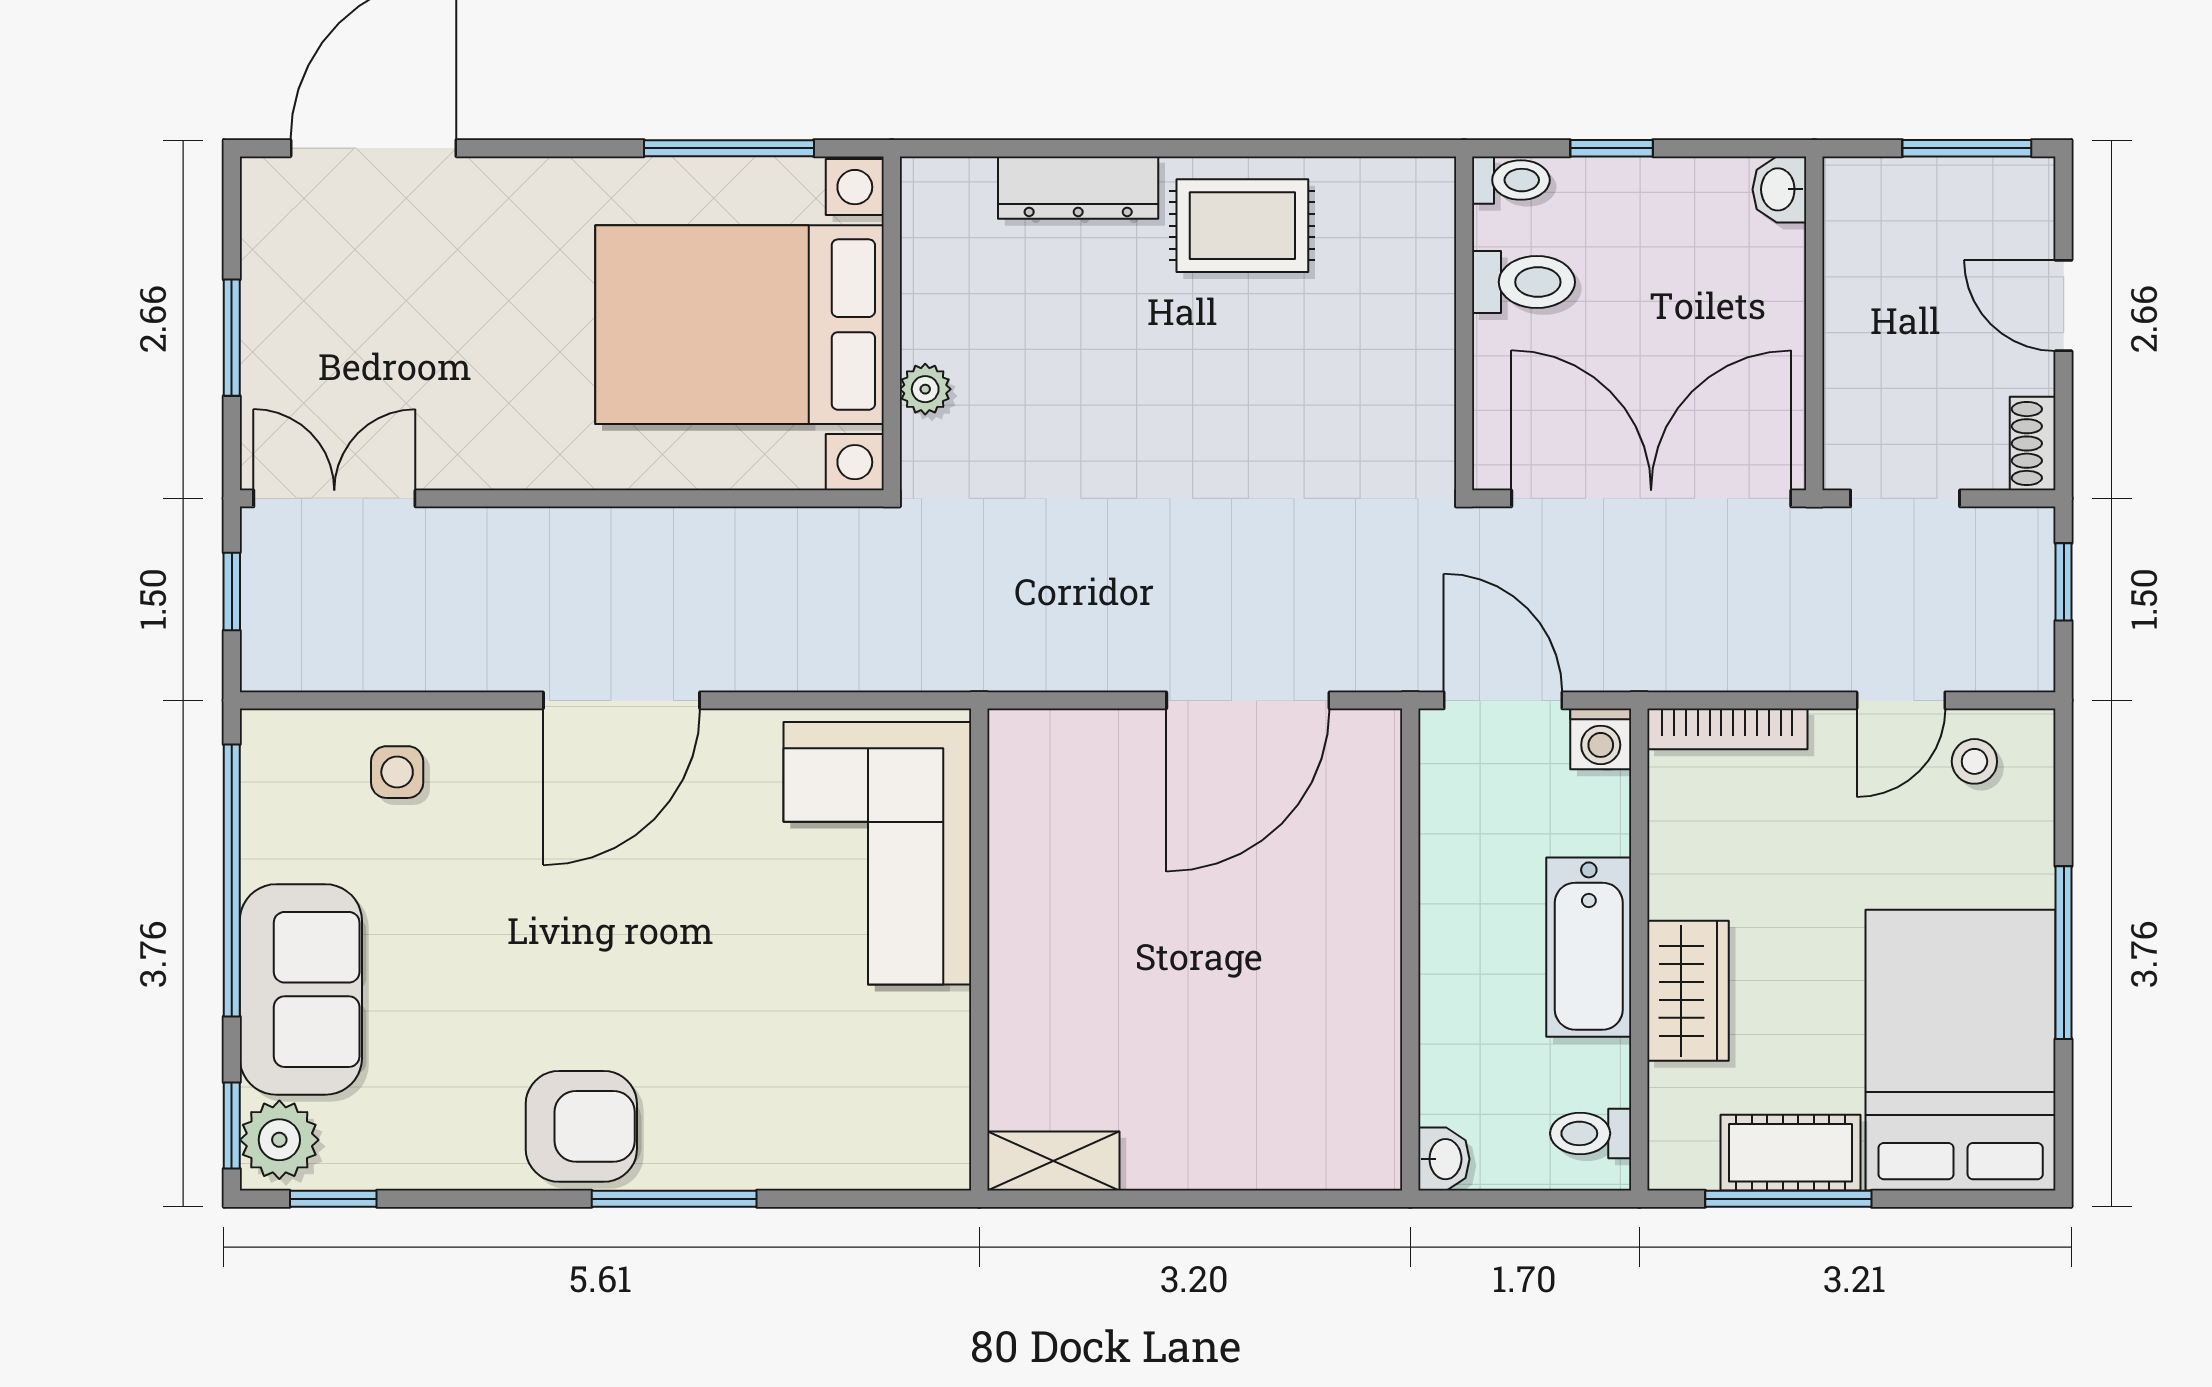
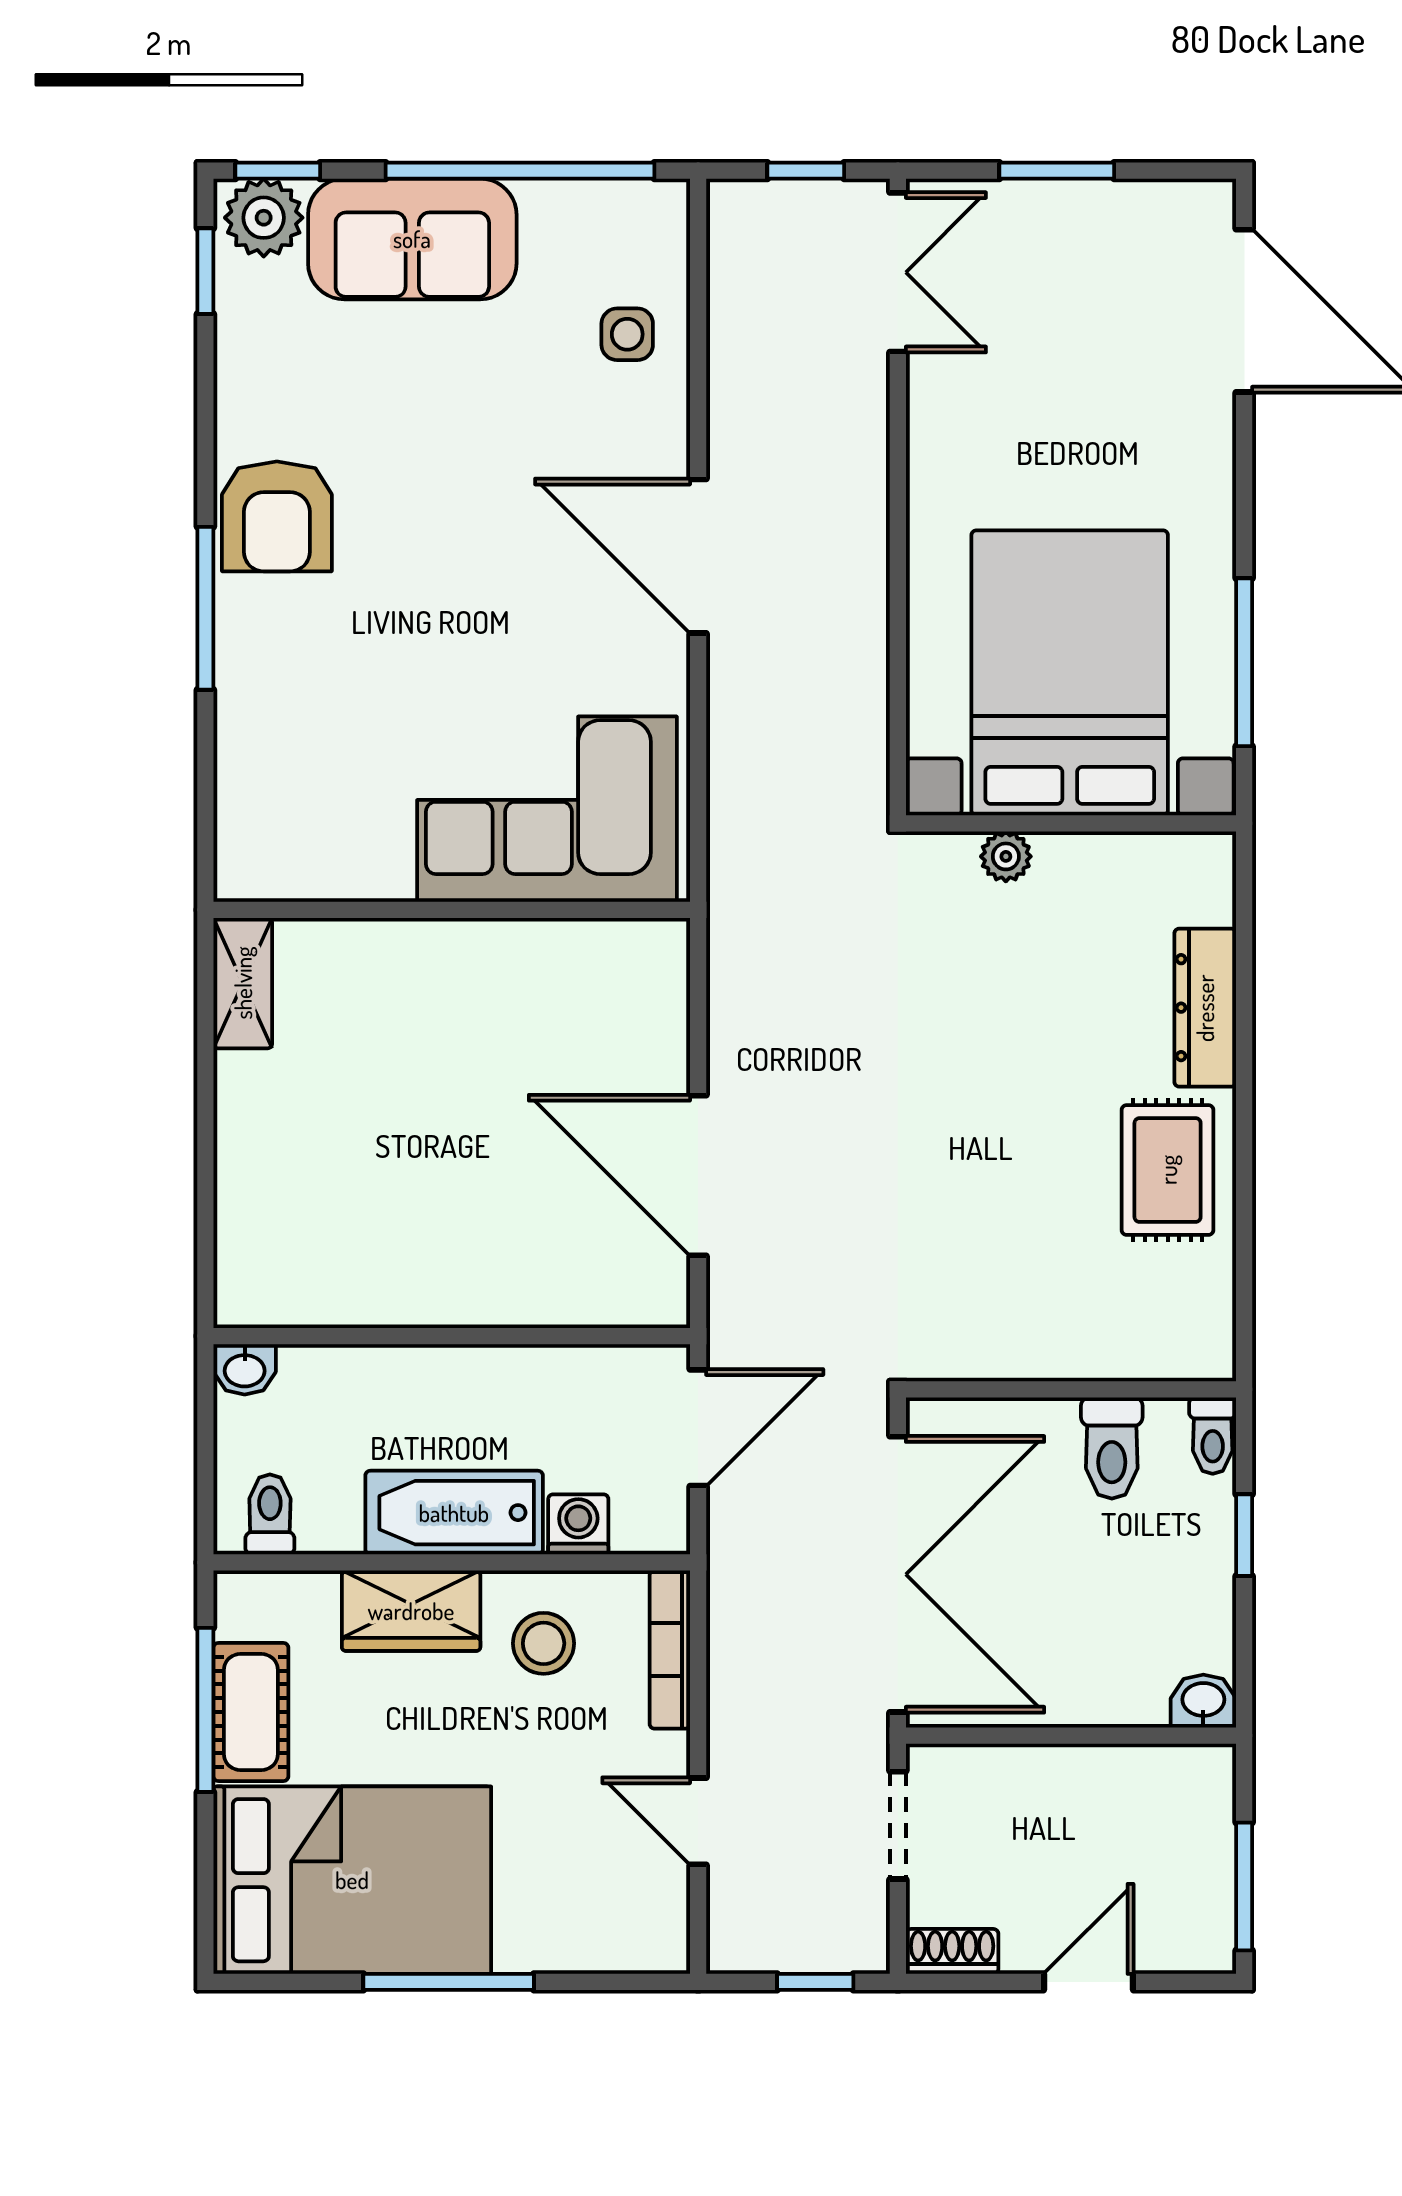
washing machine: (1601, 739) -> (578, 1524), moved, turned 90
stool: (1974, 761) -> (544, 1643), moved, width x1.37, depth x1.37

